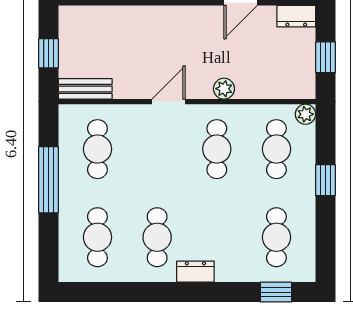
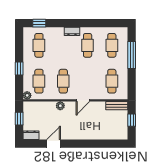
window: (49, 180) -> (132, 55), moved

